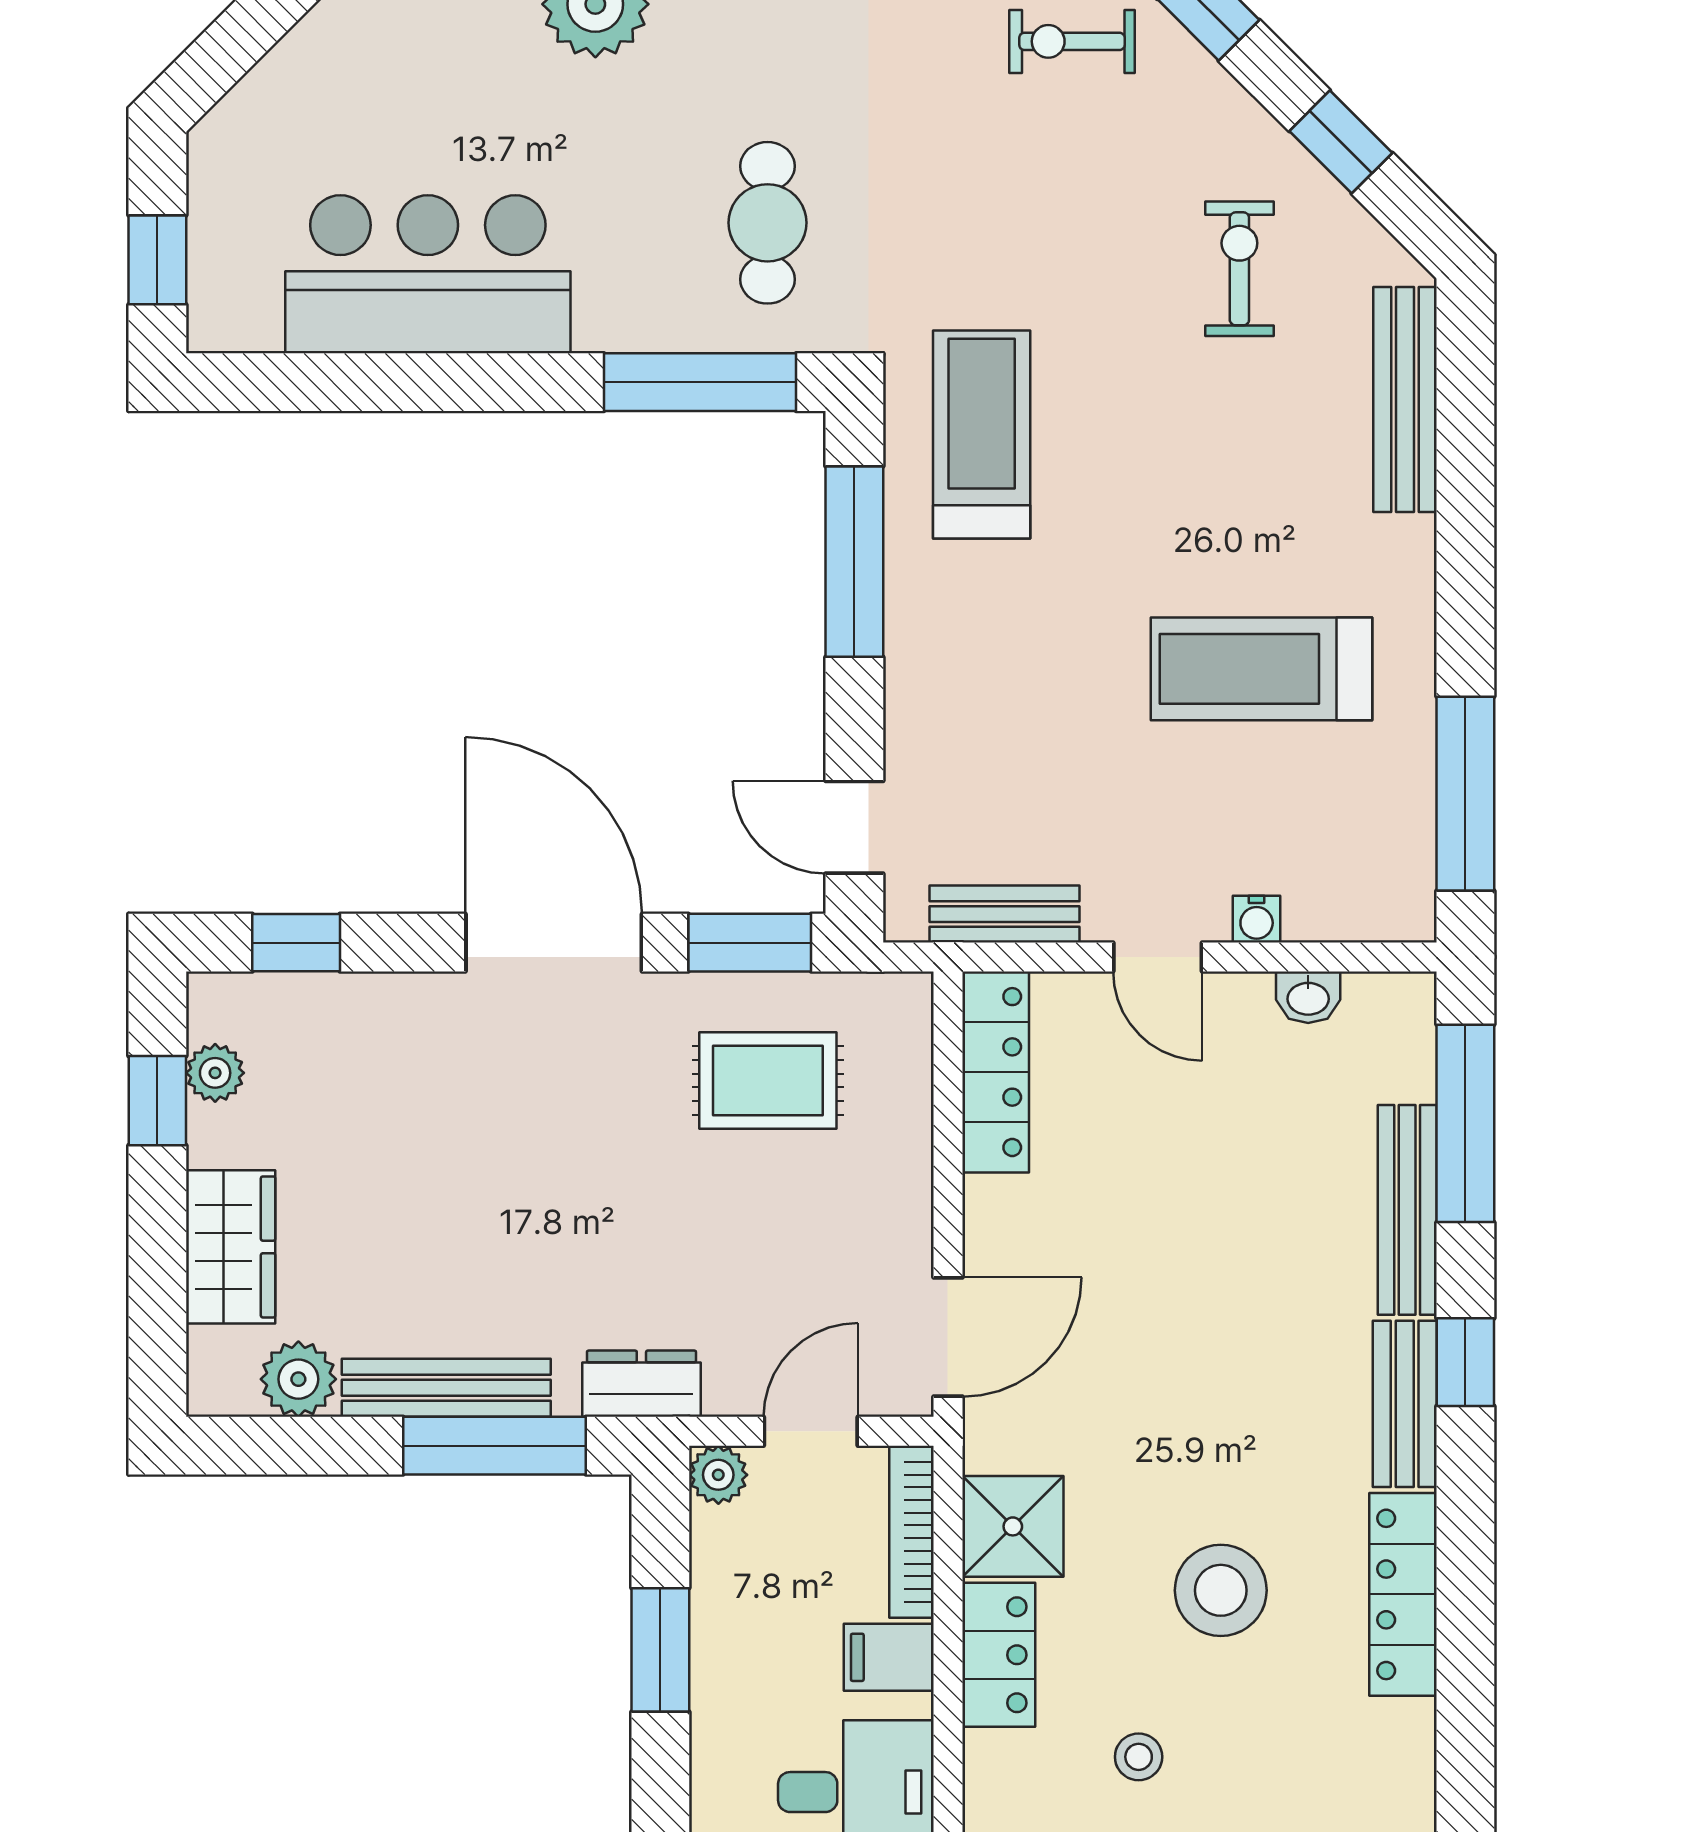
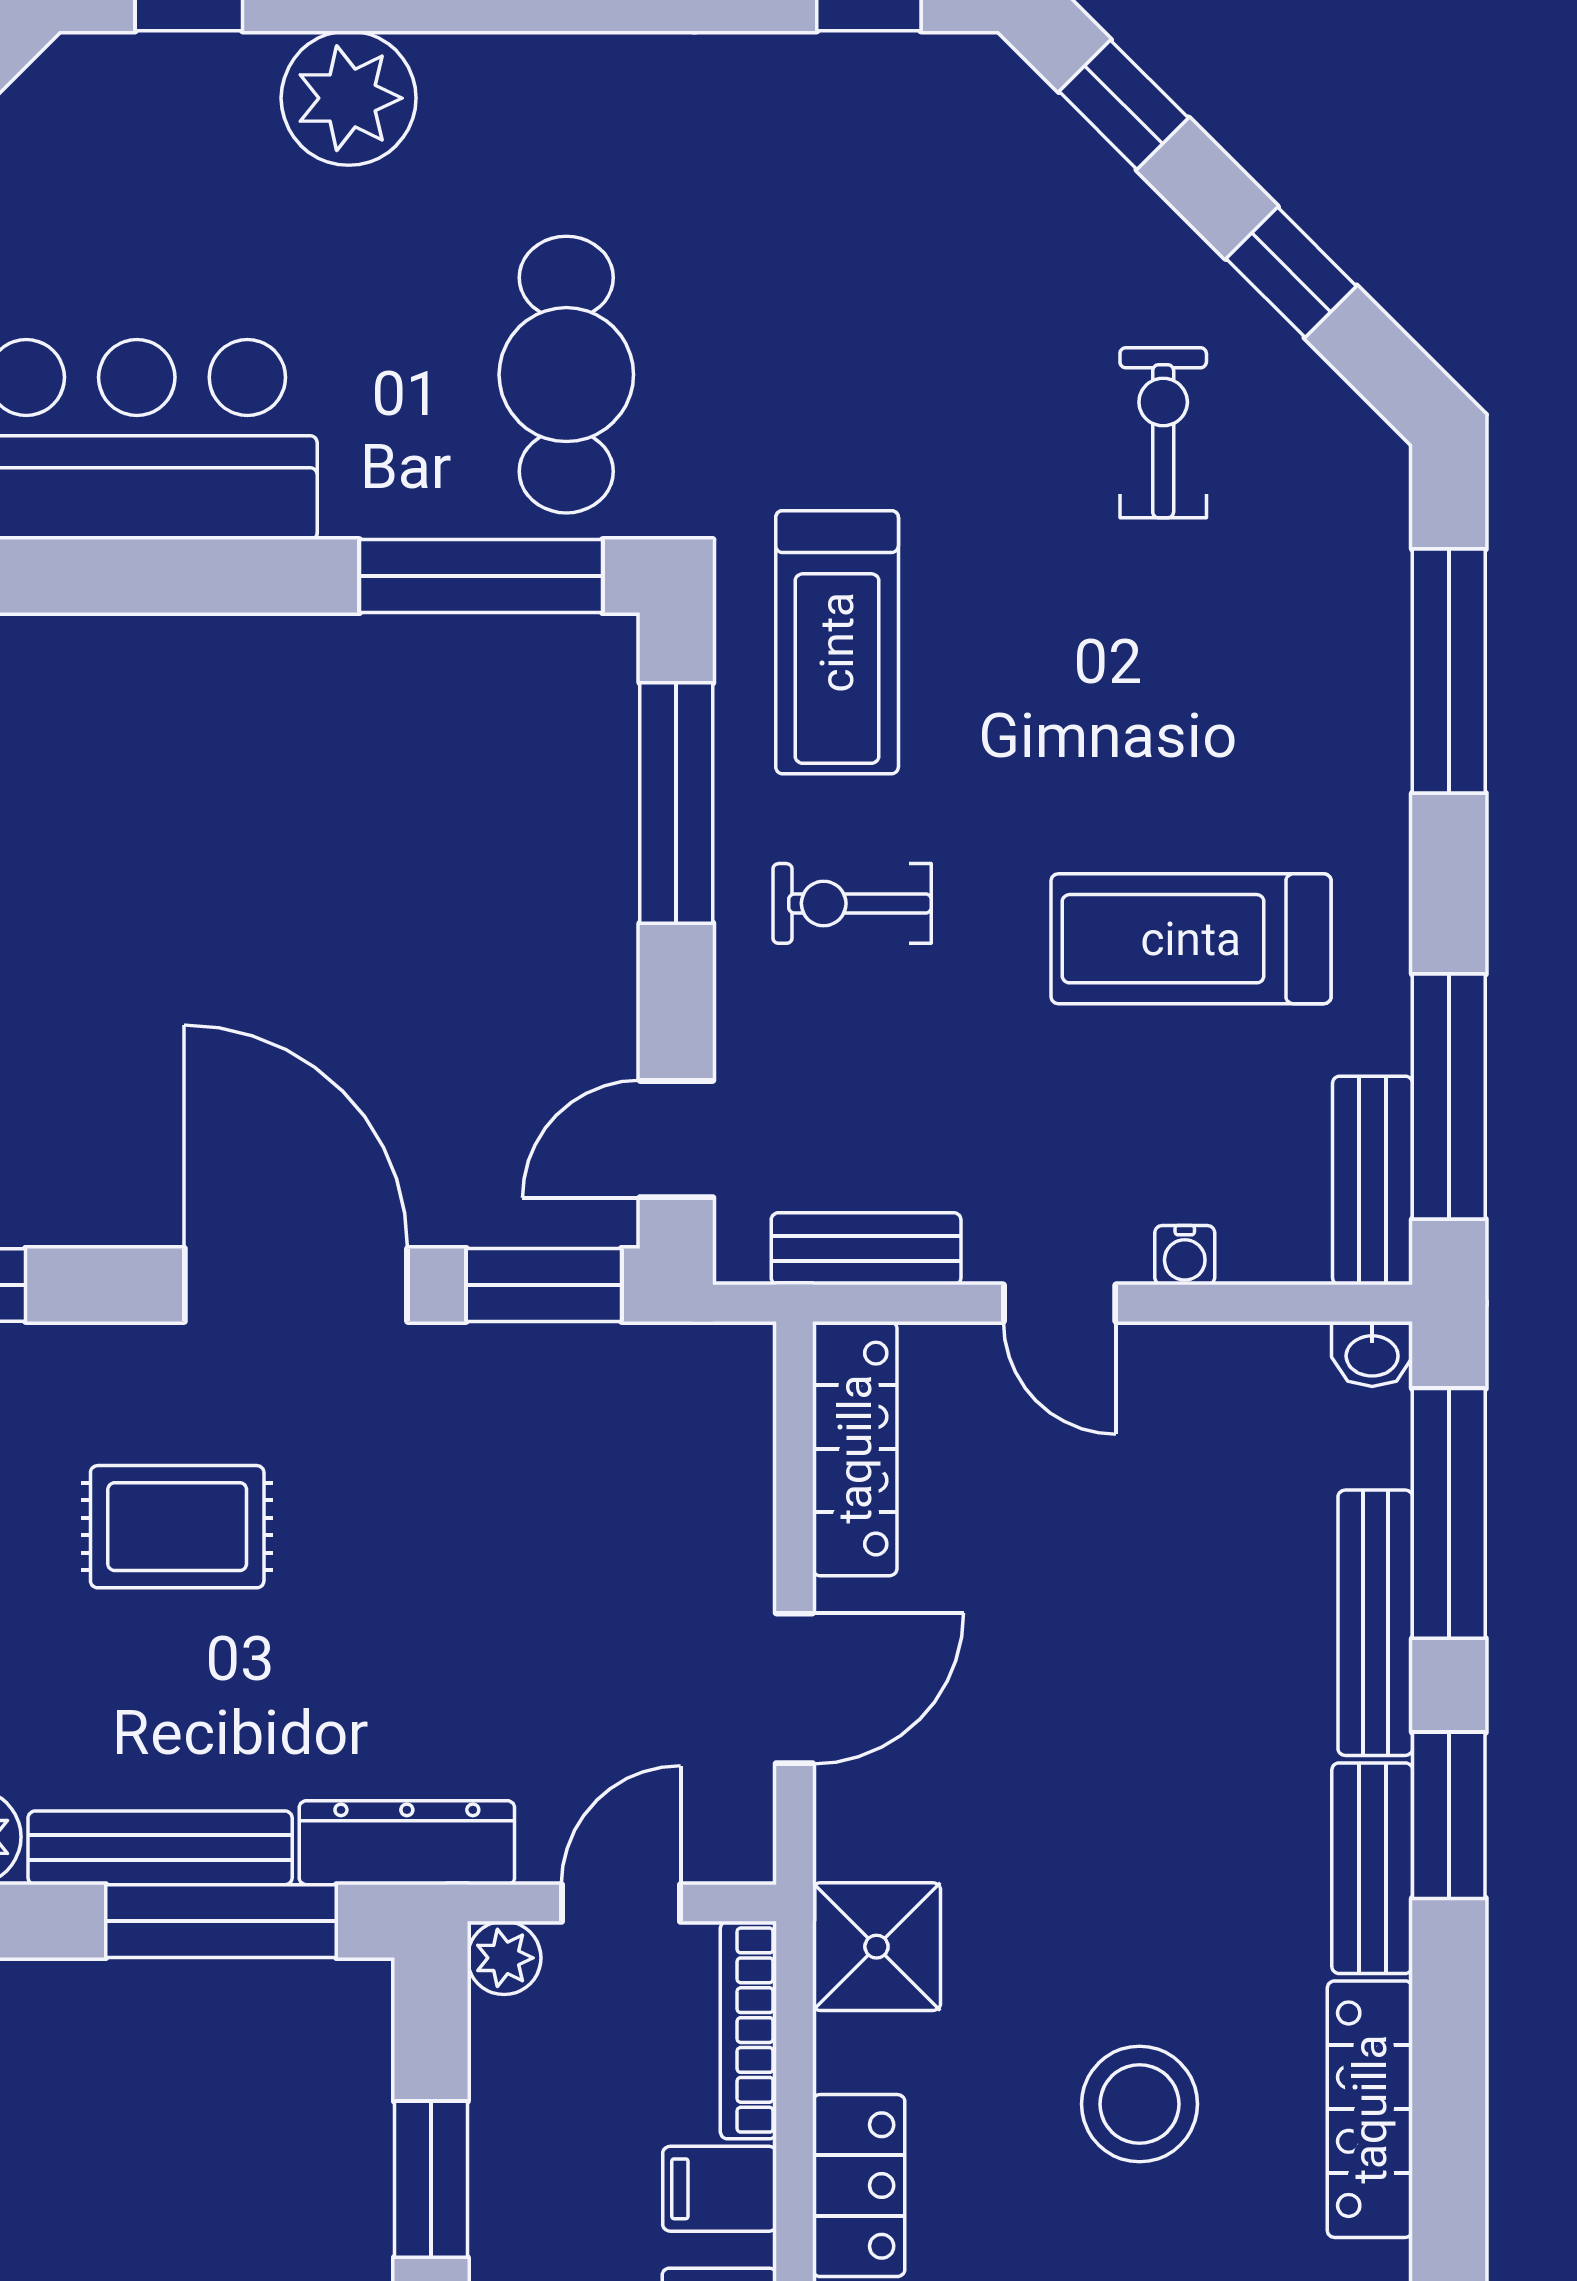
exercise bike: (1072, 41) -> (852, 903), moved
cafe table: (767, 223) -> (566, 375), width x1.37, depth x1.35
bench: (1405, 399) -> (1373, 1180), moved, width x0.73
treadmill: (982, 434) -> (837, 642), turned 180
window: (1465, 457) -> (1449, 671), added
door: (854, 827) -> (676, 1139), hinge flipped
washbasin: (1308, 997) -> (1372, 1354), moved
rug: (768, 1081) -> (177, 1527), moved
door: (948, 1337) -> (794, 1688), moved
window: (1465, 1362) -> (1449, 1815), width x1.50
dresser: (641, 1384) -> (407, 1843), width x1.44
shower: (1013, 1526) -> (876, 1947), moved

